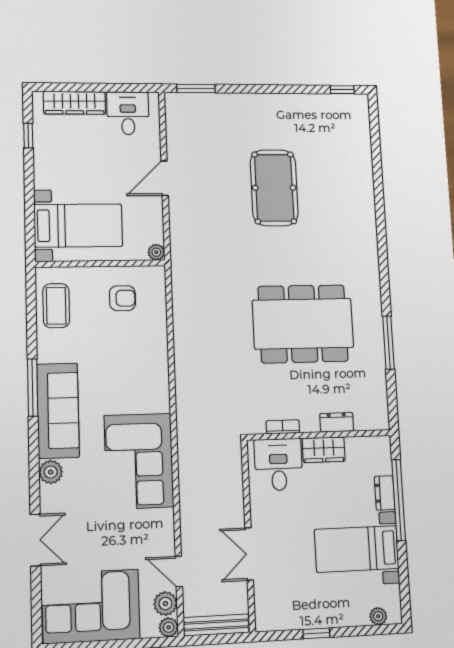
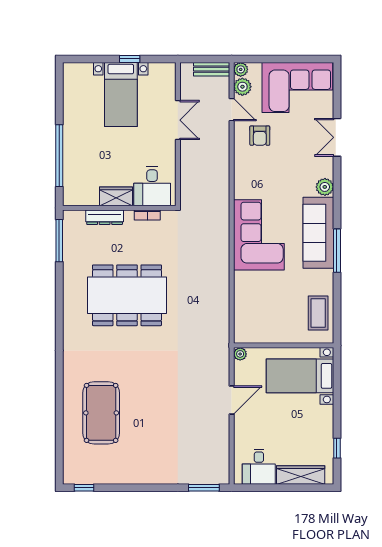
door: (165, 178) -> (232, 400), moved
pool table: (274, 188) -> (101, 413), moved
armchair: (122, 298) -> (260, 136), moved, turned -90
window: (388, 343) -> (59, 241), moved
dresser: (337, 422) -> (105, 217), width x1.44
corner sofa: (139, 461) -> (259, 235), moved
dresser: (385, 493) -> (70, 161), removed
bed with nightstands: (357, 549) -> (121, 94), moved, turned 90
plant: (378, 616) -> (81, 69), removed
bench: (216, 625) -> (212, 69), width x0.73

